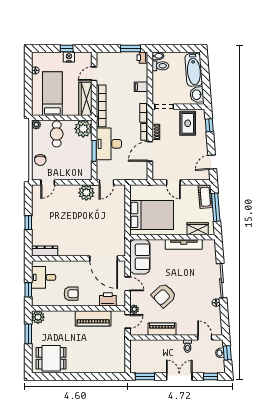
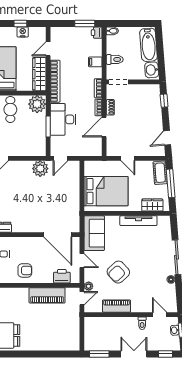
toilet: (160, 66) -> (115, 59), moved
rug: (188, 123) -> (142, 99), removed

